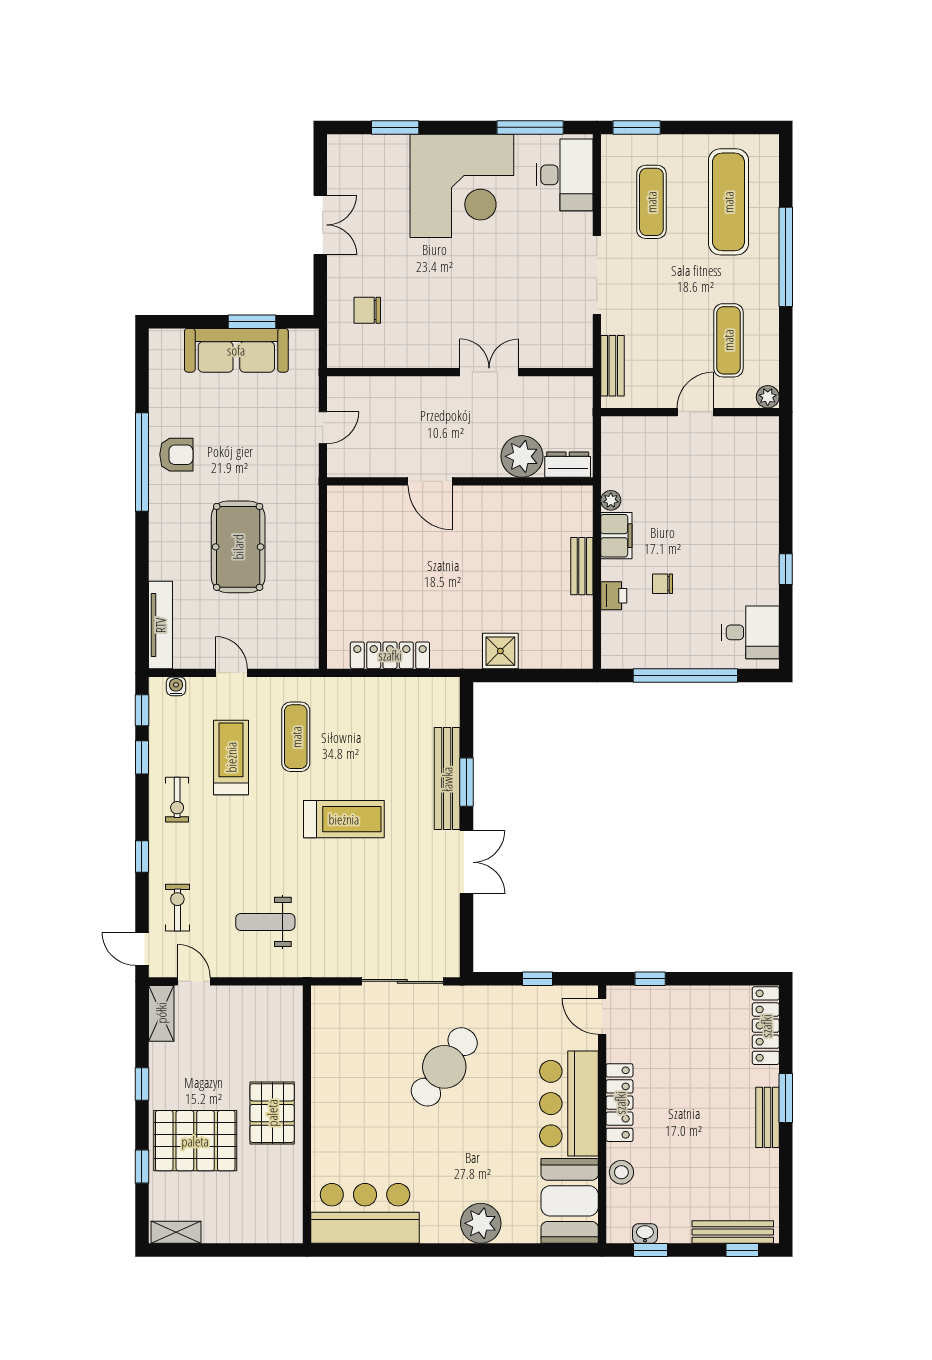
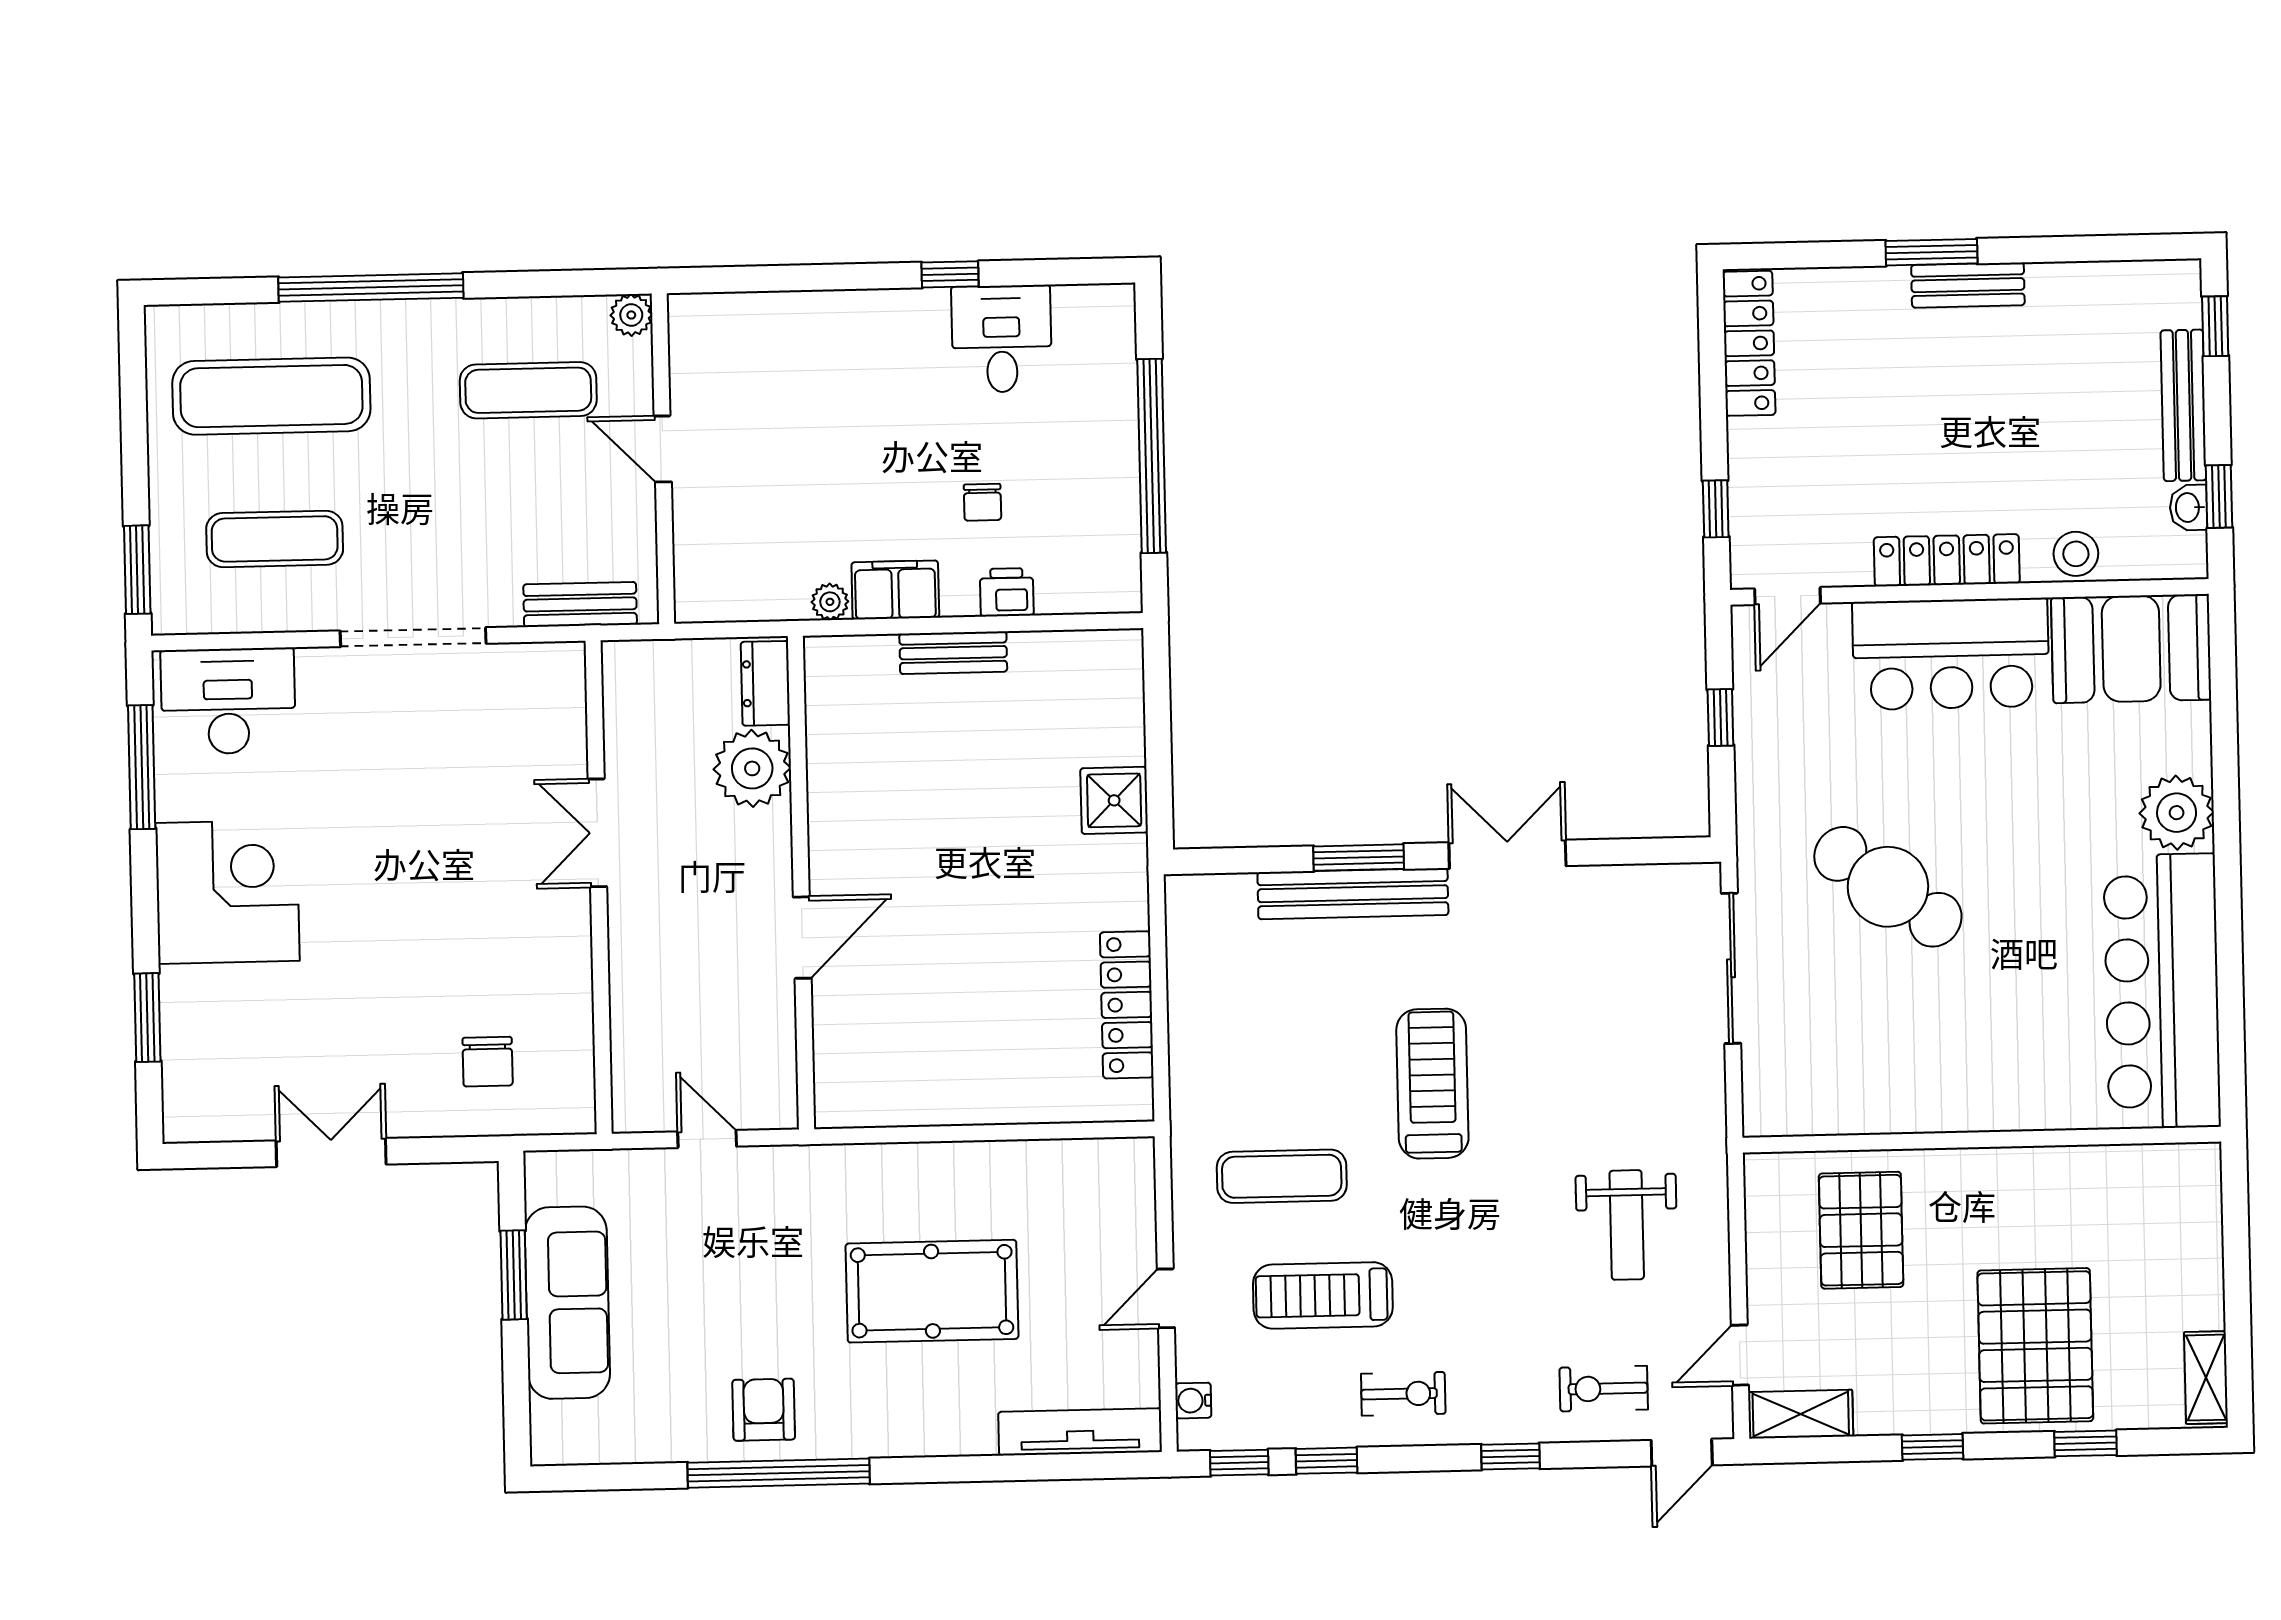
corner desk: (462, 186) -> (227, 892), width x0.74, depth x0.74
desk: (750, 632) -> (1002, 339), moved
locker: (766, 1026) -> (1749, 343), moved, turned -90
pallet: (272, 1113) -> (1861, 1230), moved, turned 90
bar counter: (365, 1213) -> (2162, 991), width x1.36
bench: (733, 1232) -> (2183, 405), moved

